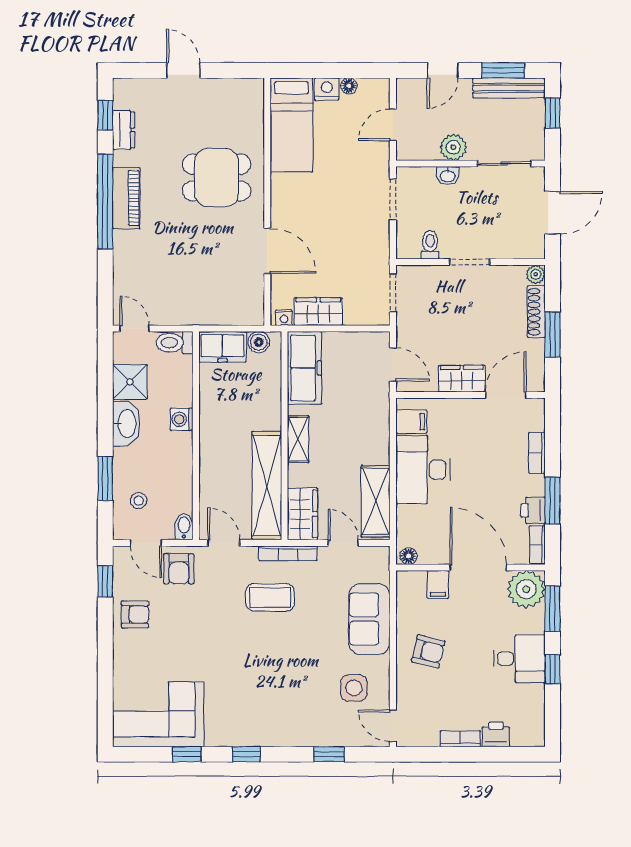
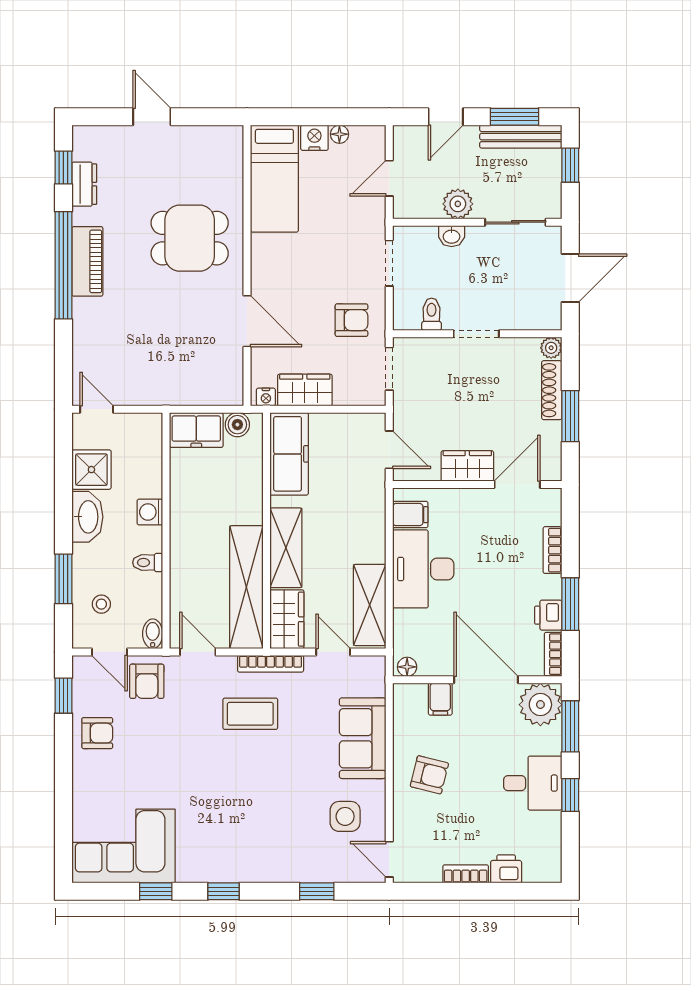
armchair: (360, 250) -> (352, 320), added
toilet: (174, 343) -> (148, 563), moved, width x0.73, depth x0.72
shelving: (298, 439) -> (286, 548), width x1.50, depth x1.33

